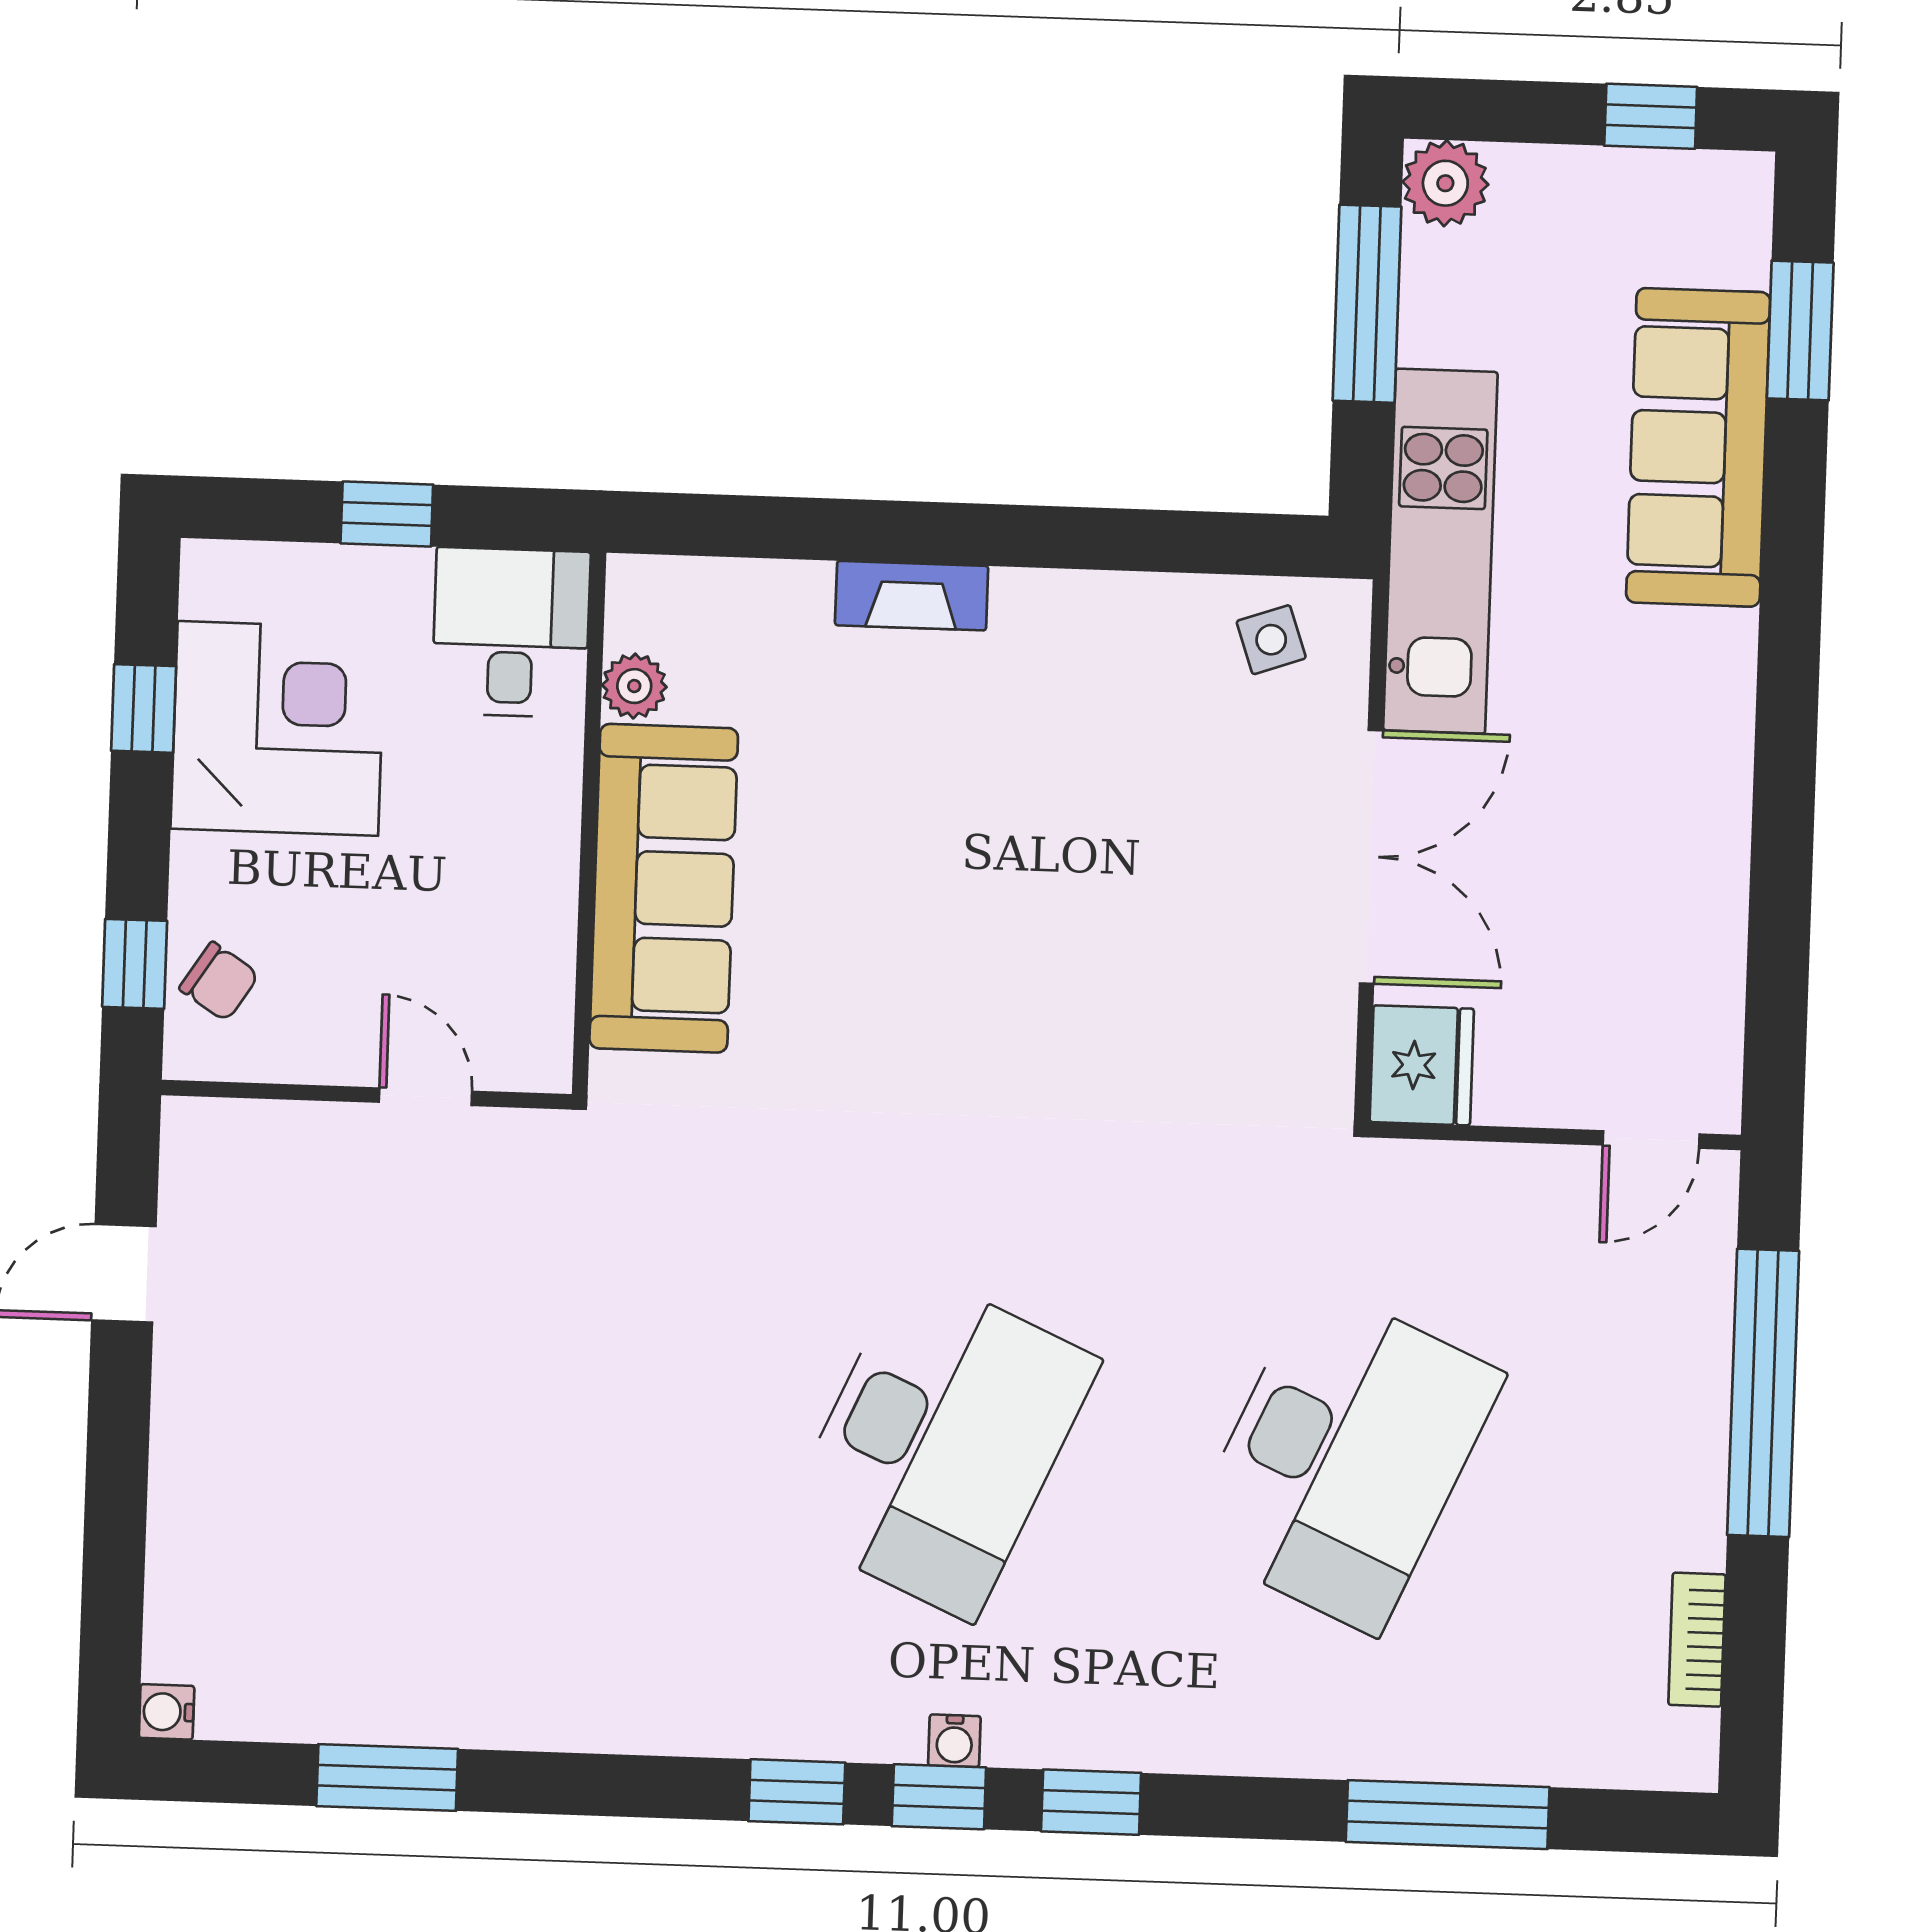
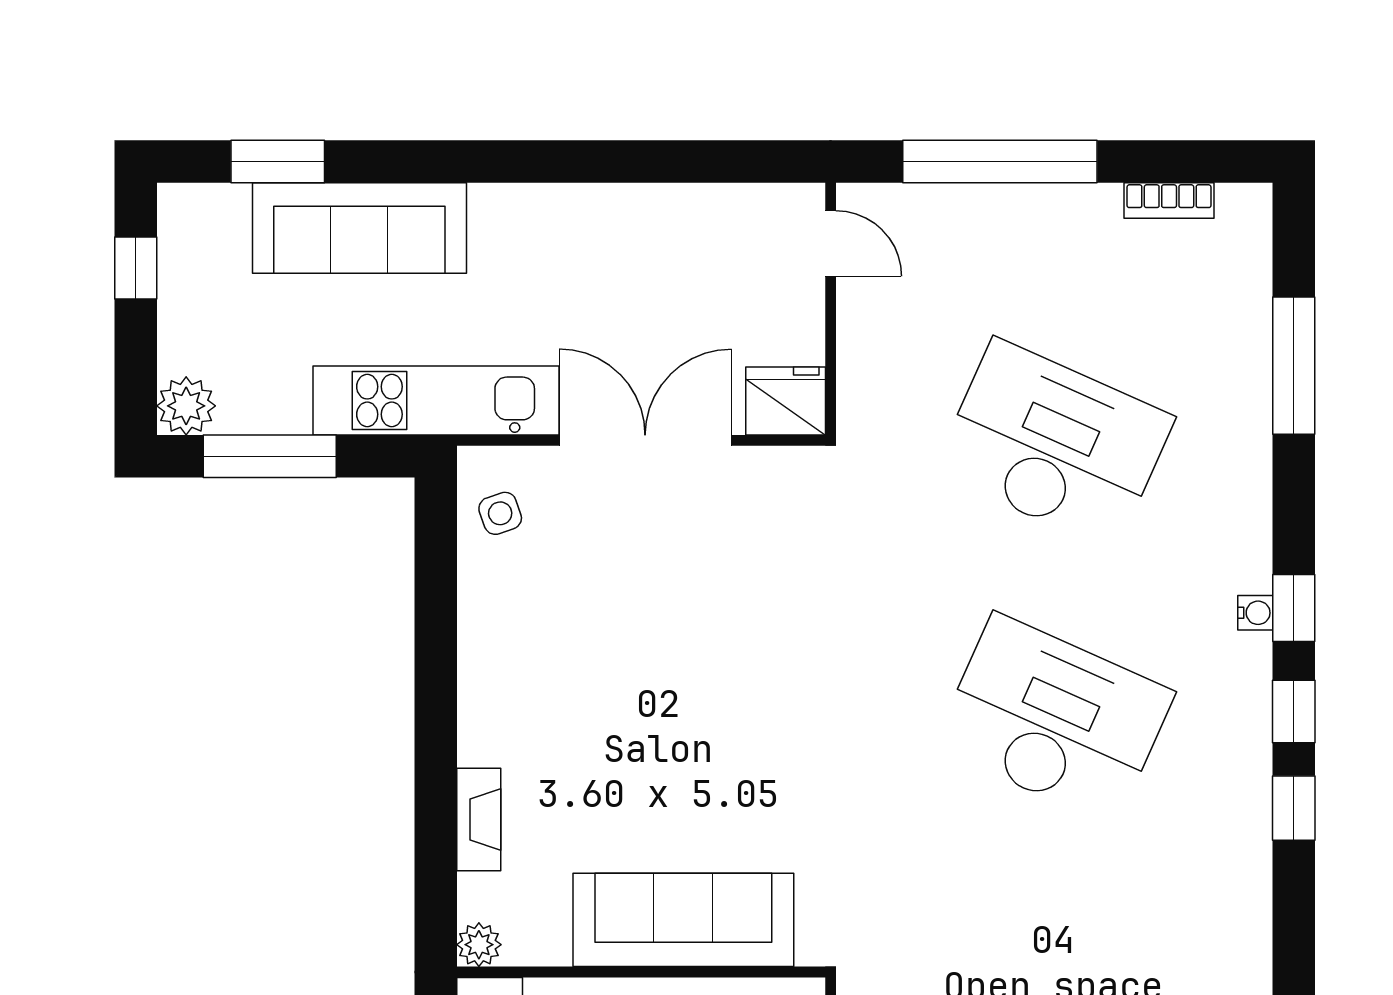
fireplace: (912, 596) -> (479, 820), moved
plant: (634, 686) -> (479, 945), moved
water cooler: (954, 1741) -> (1255, 613), moved

